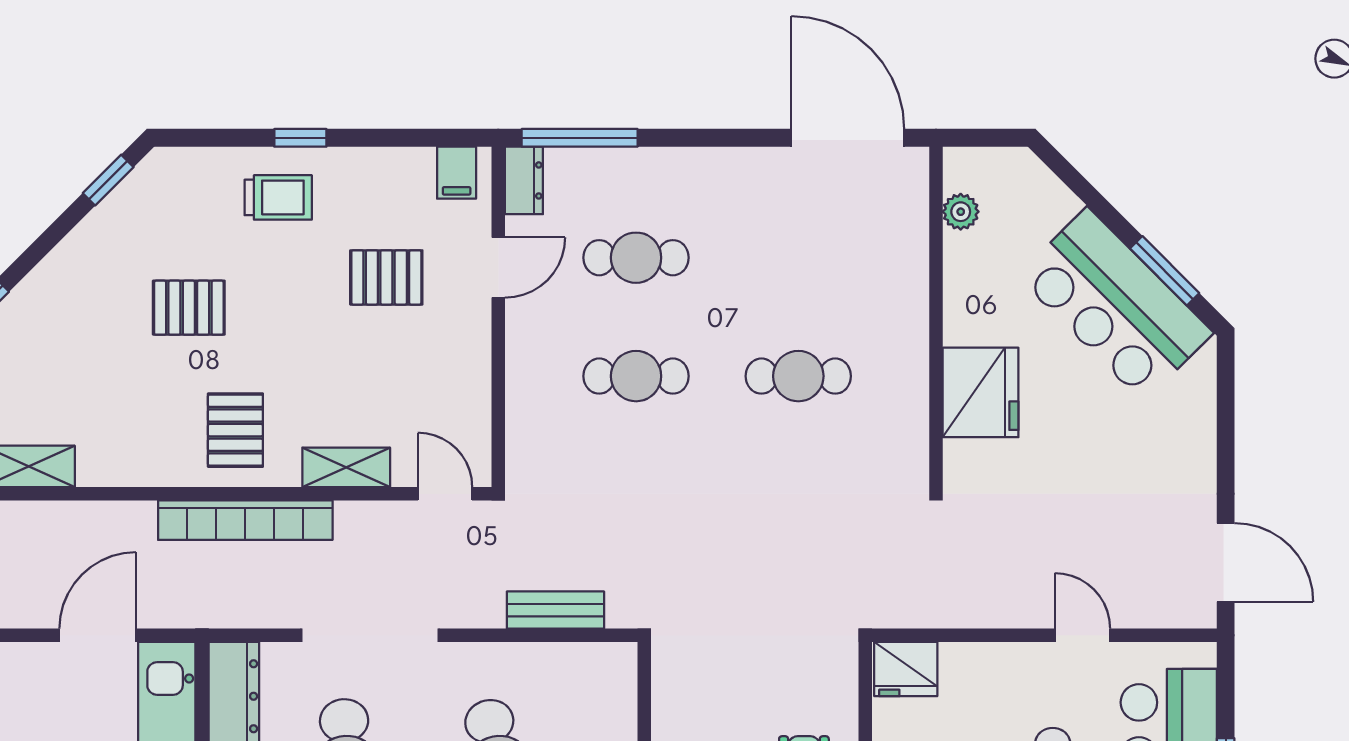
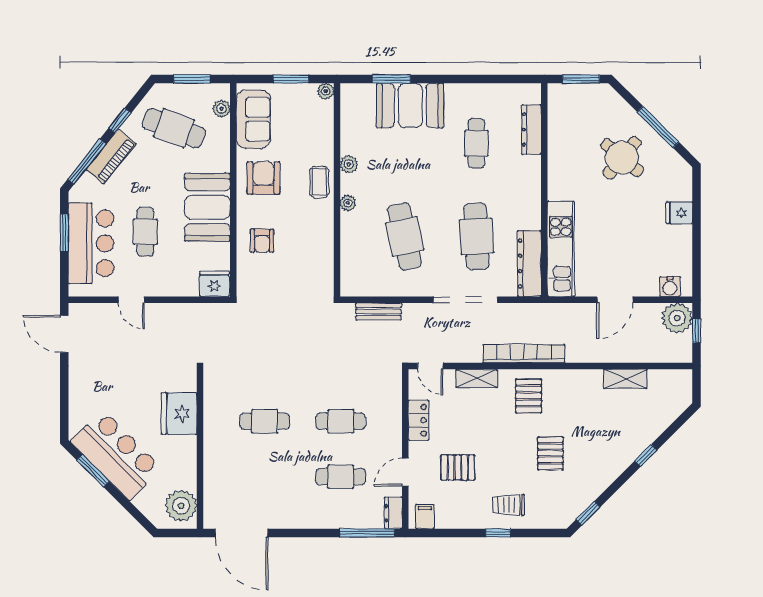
plant: (961, 212) -> (181, 506), width x1.87, depth x1.87
pallet: (189, 308) -> (550, 453), turned 90
locker: (470, 378) -> (419, 420), added
door: (98, 635) -> (615, 300), moved

